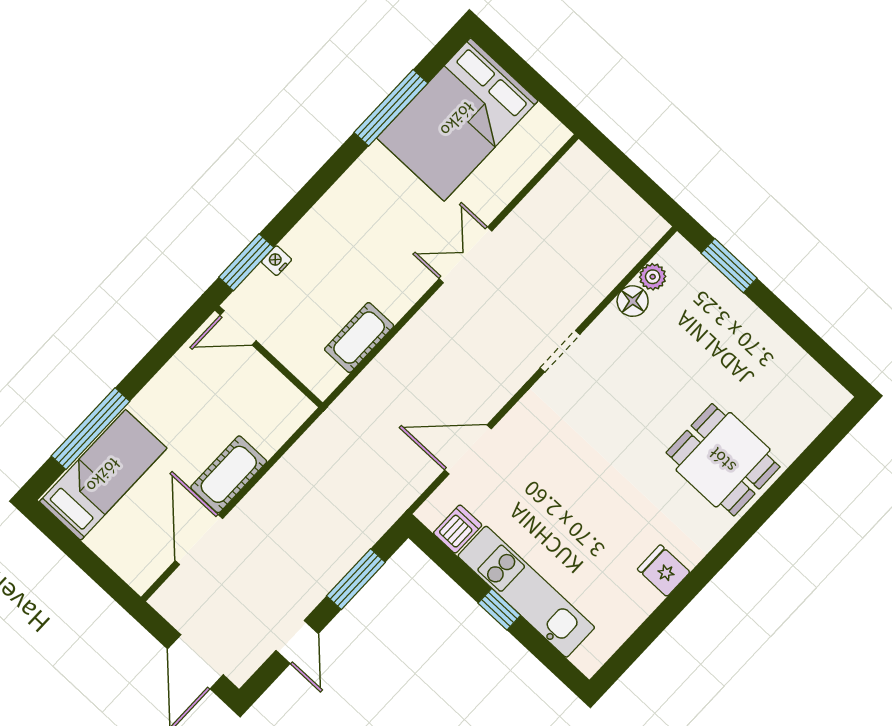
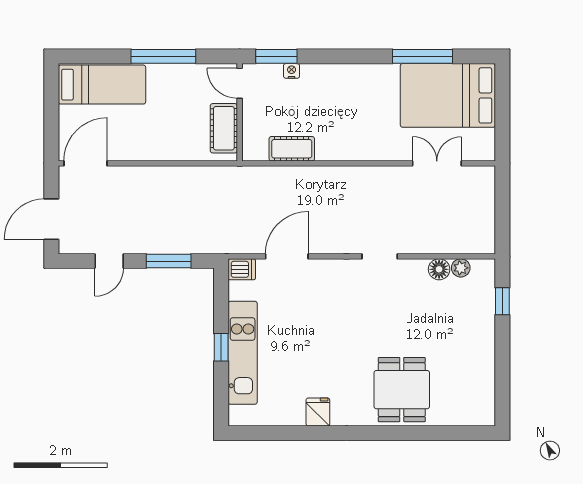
double door: (465, 255) -> (437, 163), moved
window: (729, 266) -> (502, 301), width x0.67
window: (91, 429) -> (163, 56), moved
door: (468, 450) -> (287, 256), hinge flipped
cot: (229, 474) -> (224, 128), moved, turned 90
dishwasher: (458, 529) -> (242, 269), moved
door: (199, 540) -> (86, 163), moved

